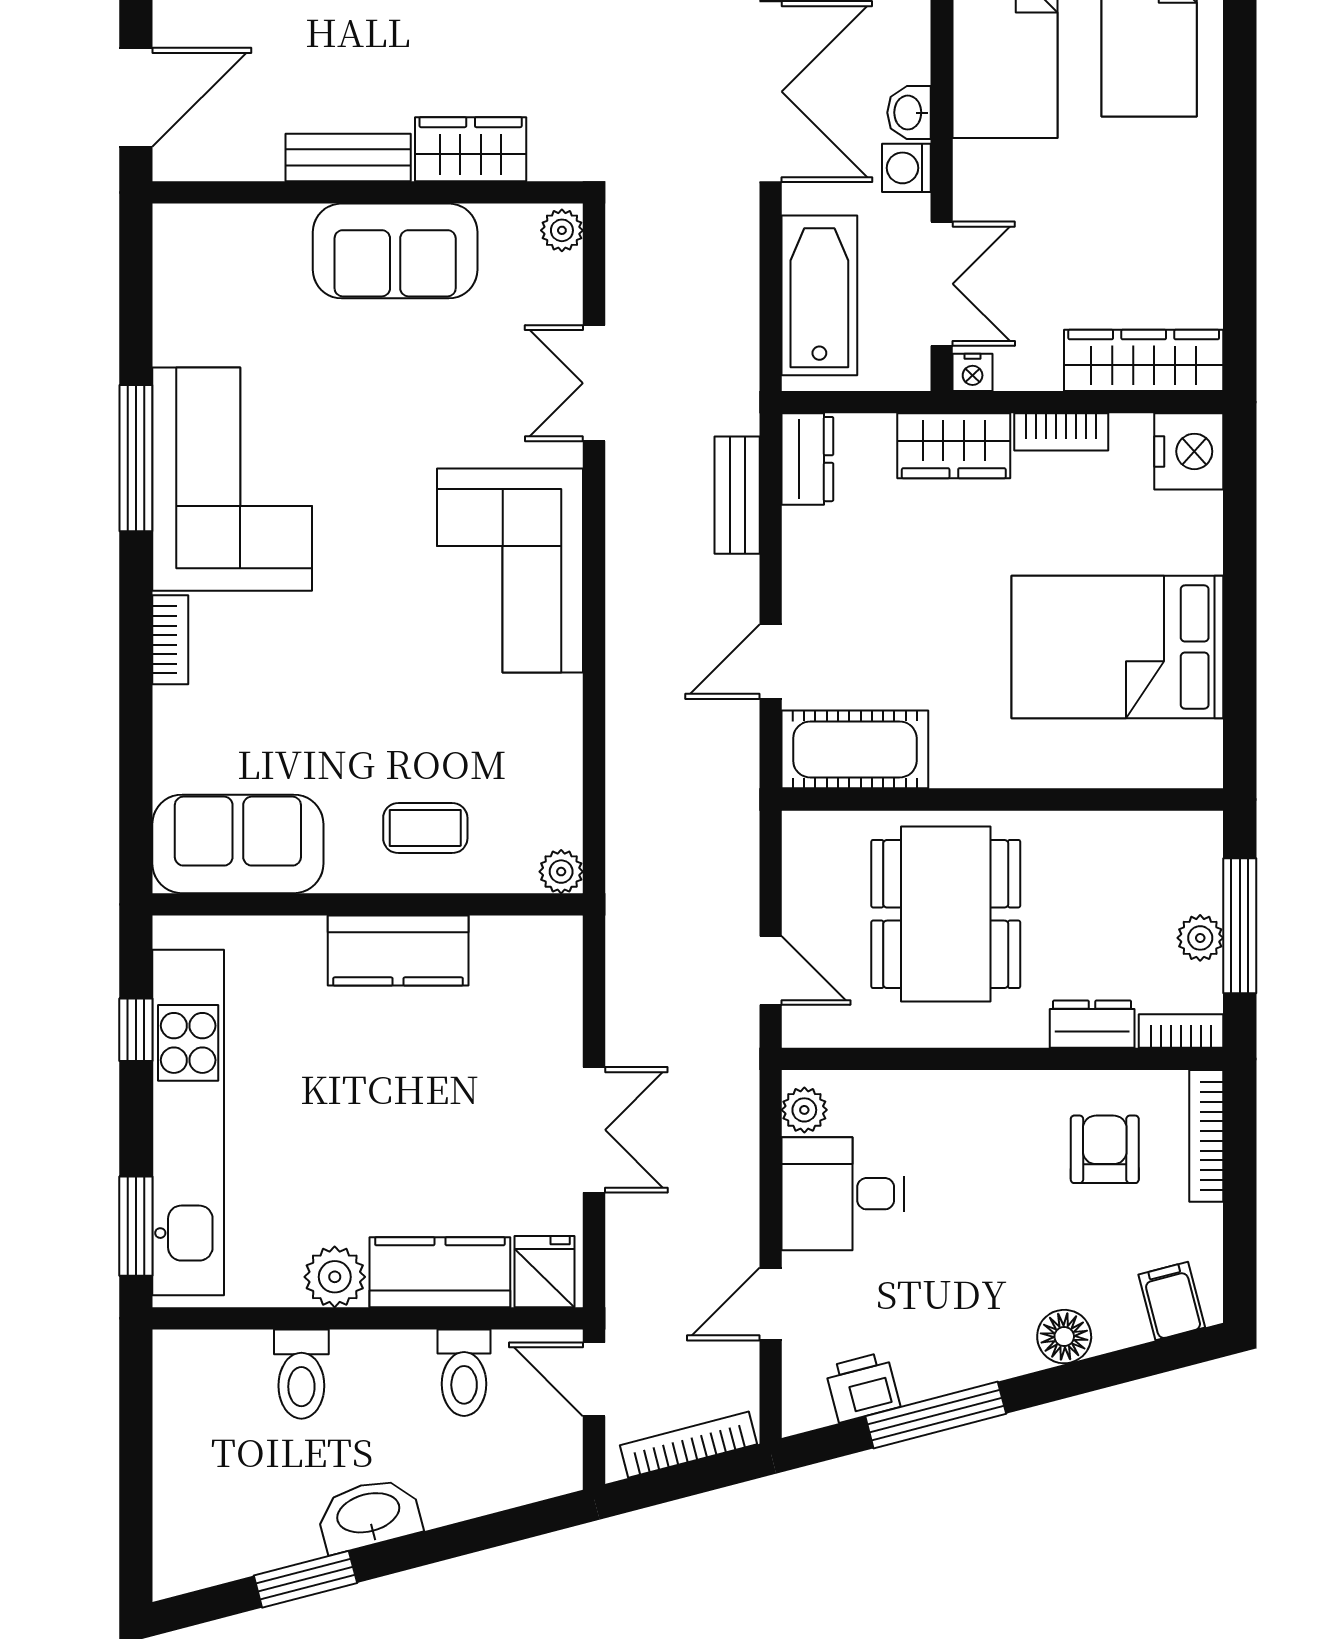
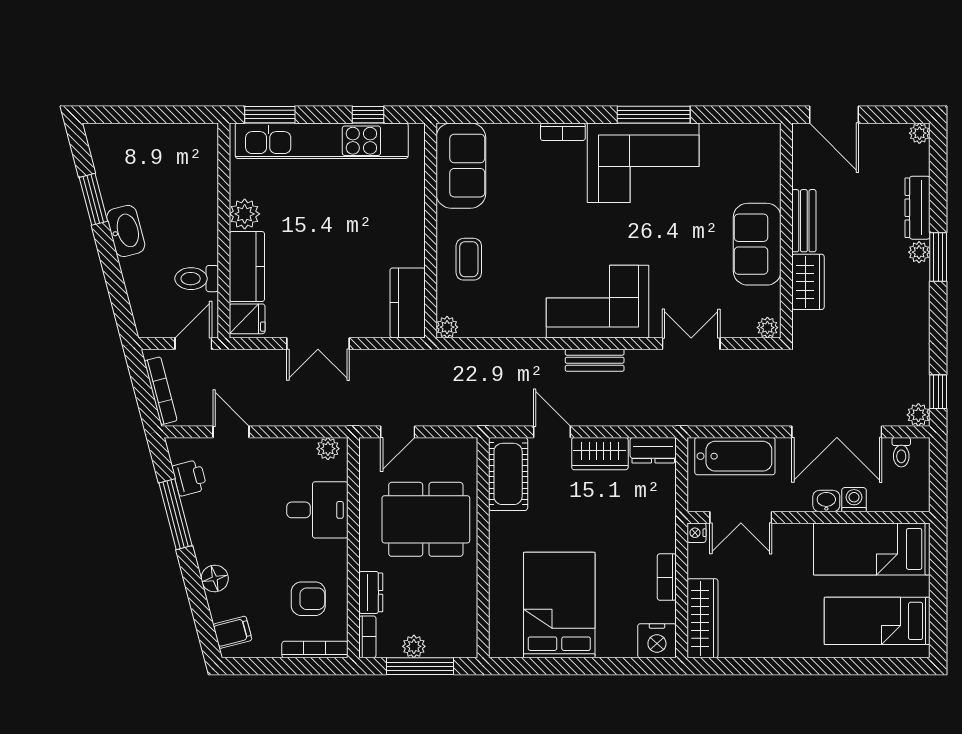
washing machine: (906, 168) -> (854, 500), moved
wardrobe: (954, 446) -> (600, 454), moved, turned -90
bench: (737, 495) -> (595, 360), moved
kitchen counter: (398, 951) -> (408, 303), moved
desk: (843, 1194) -> (317, 510), moved, turned 90
toilet: (301, 1374) -> (196, 197), removed

